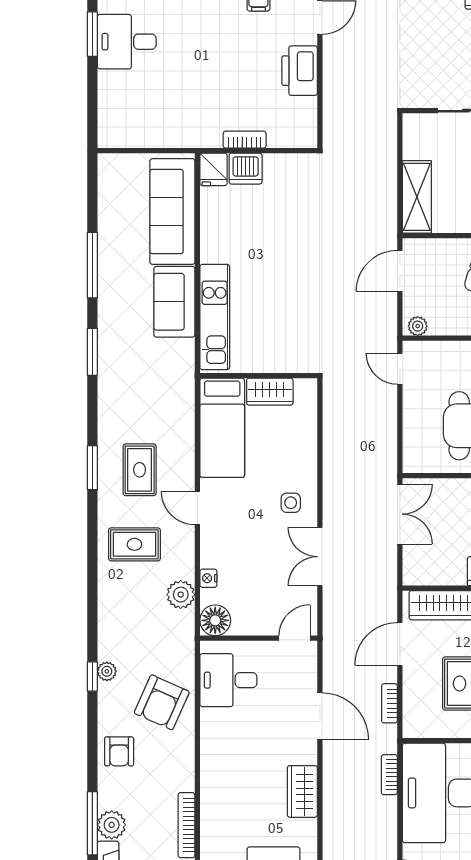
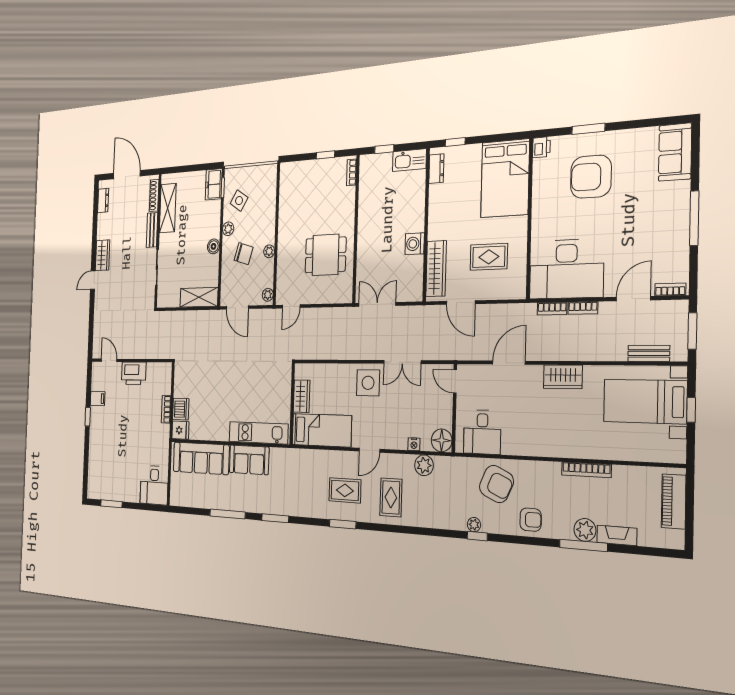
desk: (127, 42) -> (154, 485), moved
side table: (291, 503) -> (368, 383), width x1.87, depth x1.87
bookcase: (389, 703) -> (583, 308), moved

